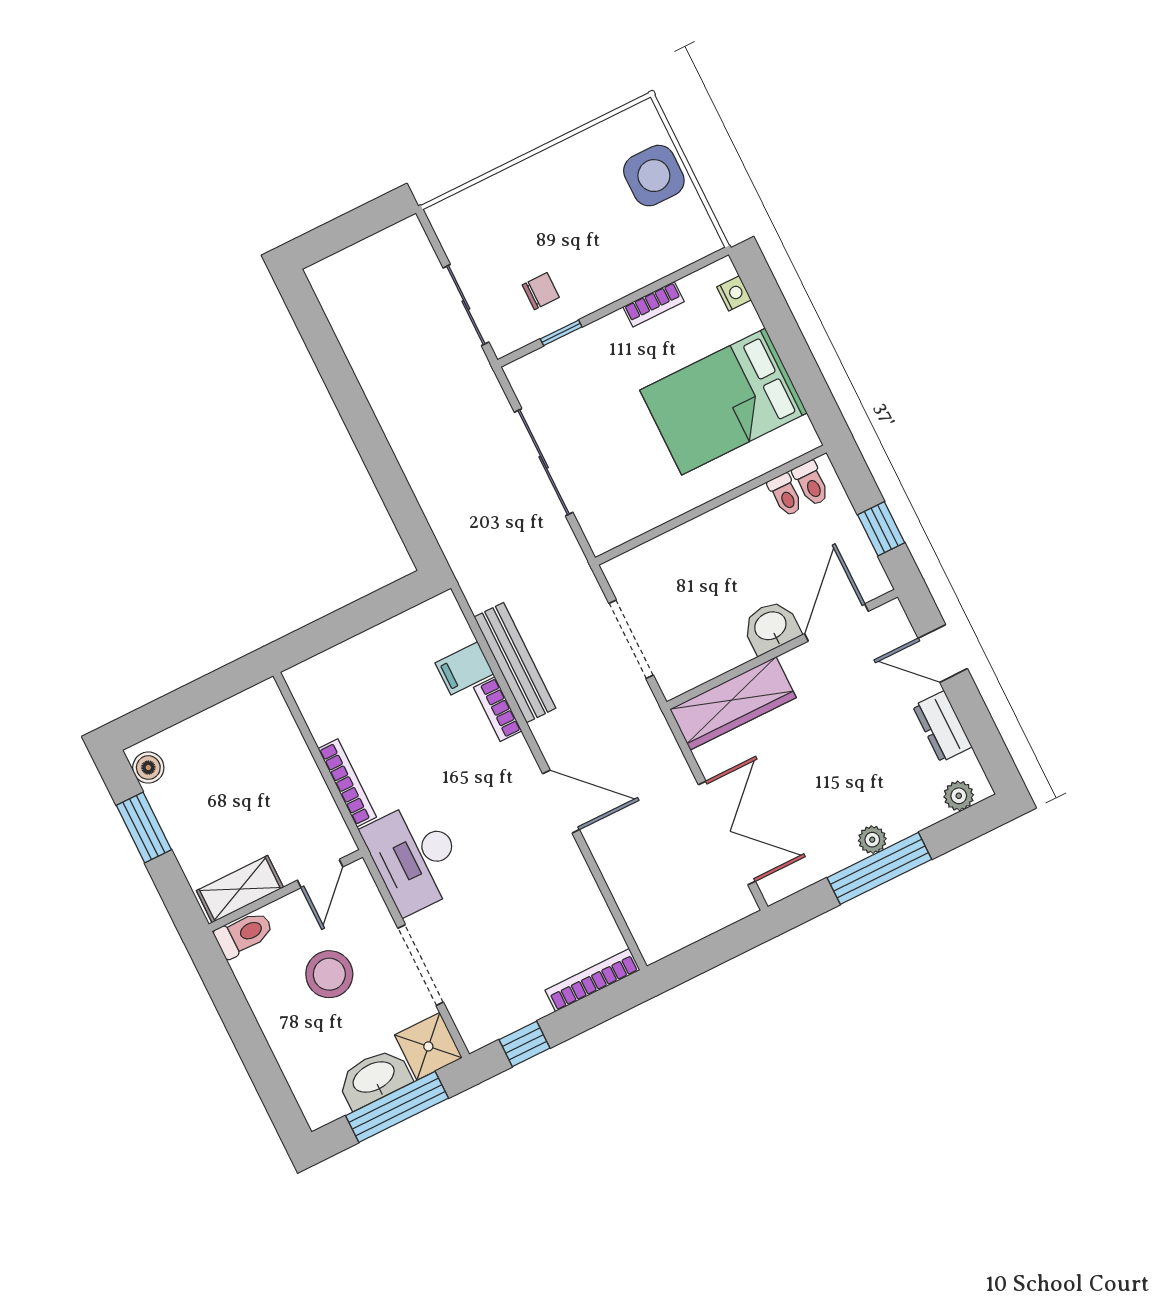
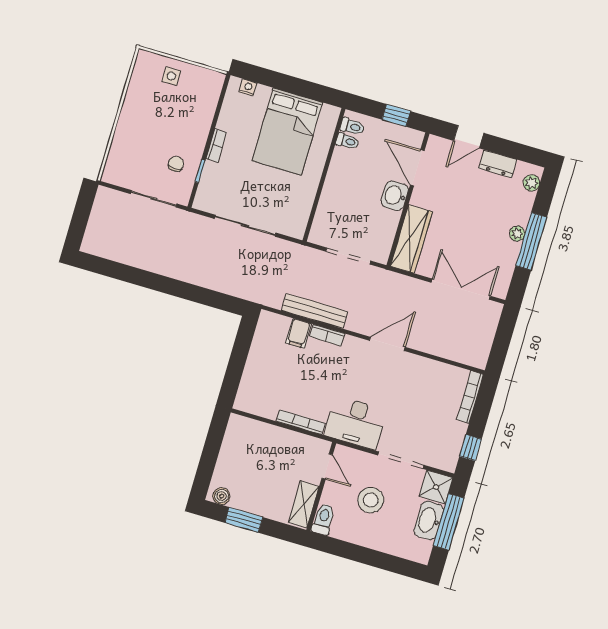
side table: (654, 176) -> (171, 76), width x0.54, depth x0.54
bookcase: (653, 304) -> (216, 146), moved

